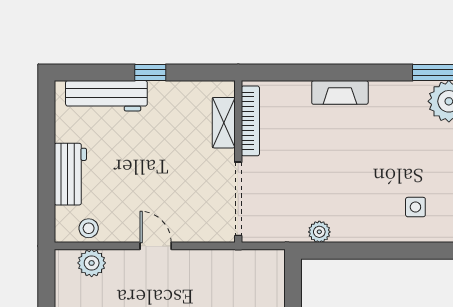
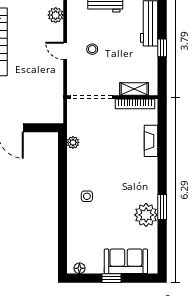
fireplace: (340, 92) -> (151, 141), moved
stool: (89, 228) -> (92, 49), moved
door: (156, 246) -> (65, 51), swing flipped

